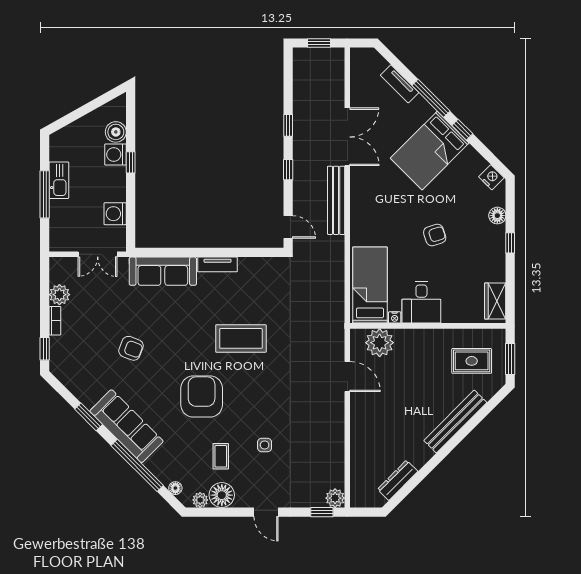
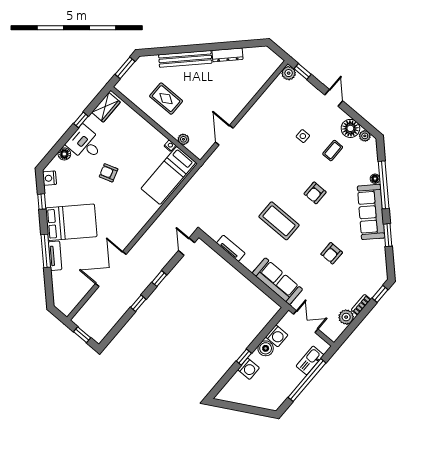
tv unit: (400, 84) -> (55, 256), moved
window: (462, 130) -> (42, 202), moved
boiler: (116, 132) -> (266, 348), moved
kitchen sink: (59, 180) -> (310, 360), moved
window: (45, 194) -> (307, 380), width x1.46
bench: (336, 200) -> (147, 239), removed
window: (510, 243) -> (81, 120), moved
tv unit: (218, 264) -> (231, 248), moved
desk: (421, 302) -> (85, 144), moved, turned -90
coffee table: (241, 338) -> (279, 221), moved
plant: (380, 343) -> (183, 139), width x0.53, depth x0.53
armchair: (131, 348) -> (332, 253), turned -111
rug: (472, 361) -> (166, 99), moved
armchair: (202, 397) -> (315, 193), width x0.53, depth x0.53
dresser: (398, 480) -> (227, 55), moved
floor lamp: (175, 488) -> (375, 179), moved

